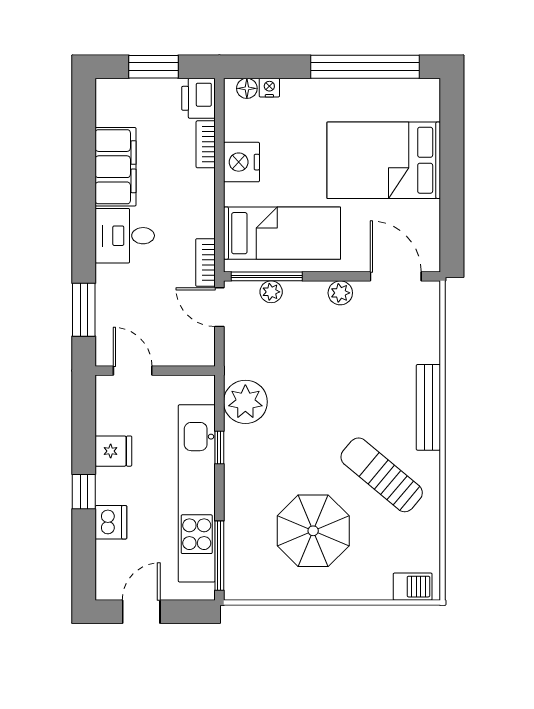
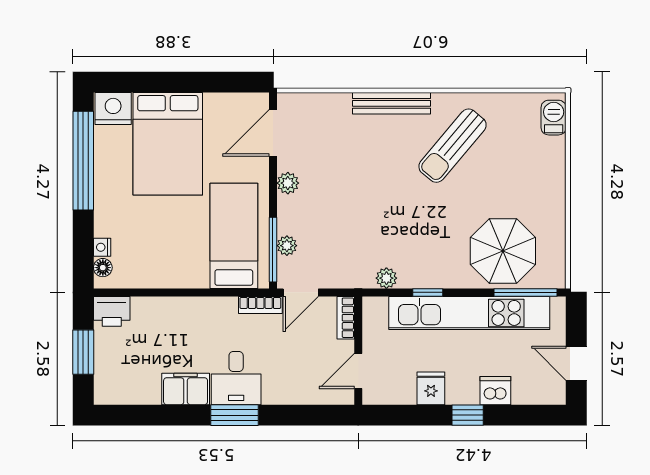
bookcase: (206, 144) -> (346, 318), moved, turned 90
nightstand: (241, 162) -> (113, 109), moved, turned 180
filing cabinet: (116, 167) -> (186, 389), width x0.67, depth x0.86
window: (84, 310) -> (235, 415), moved
plant: (245, 402) -> (386, 278), width x0.53, depth x0.53
parasol: (313, 531) -> (503, 251), moved

